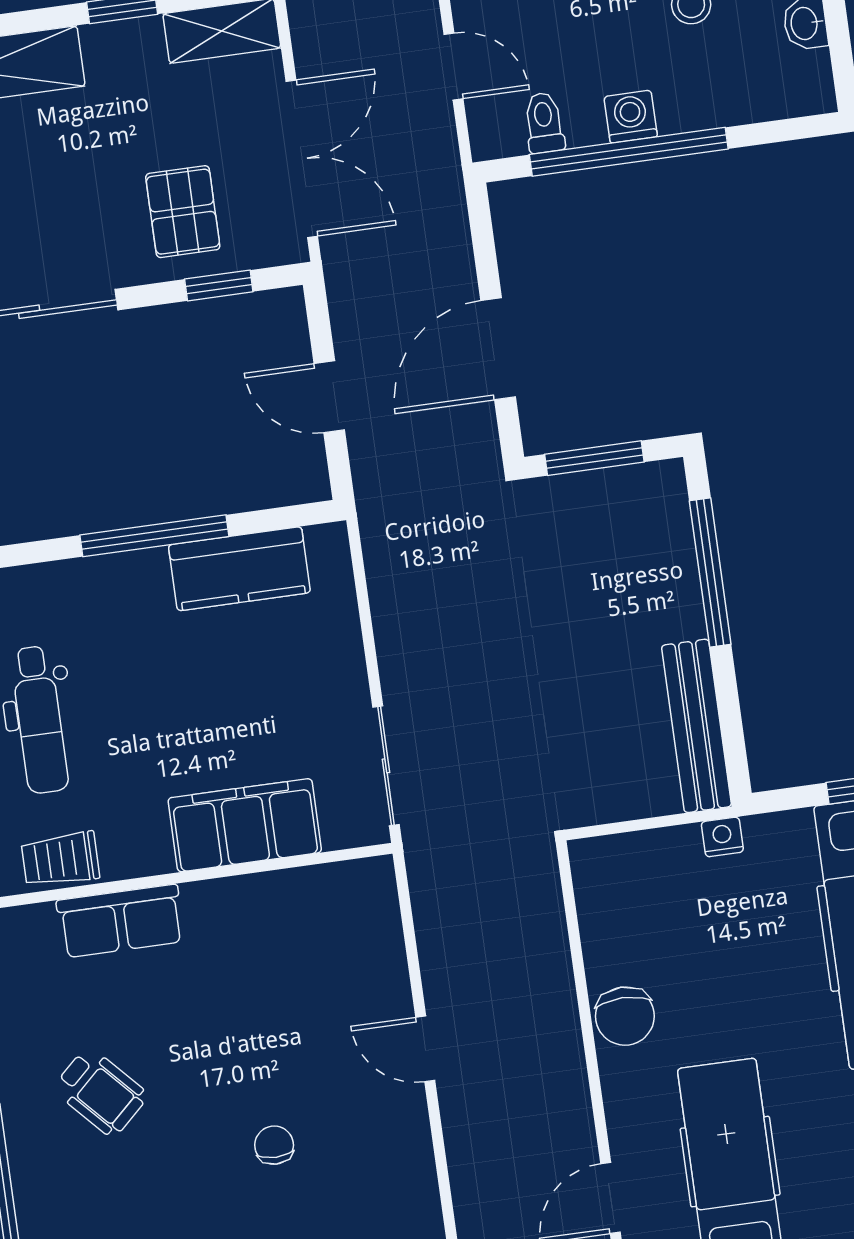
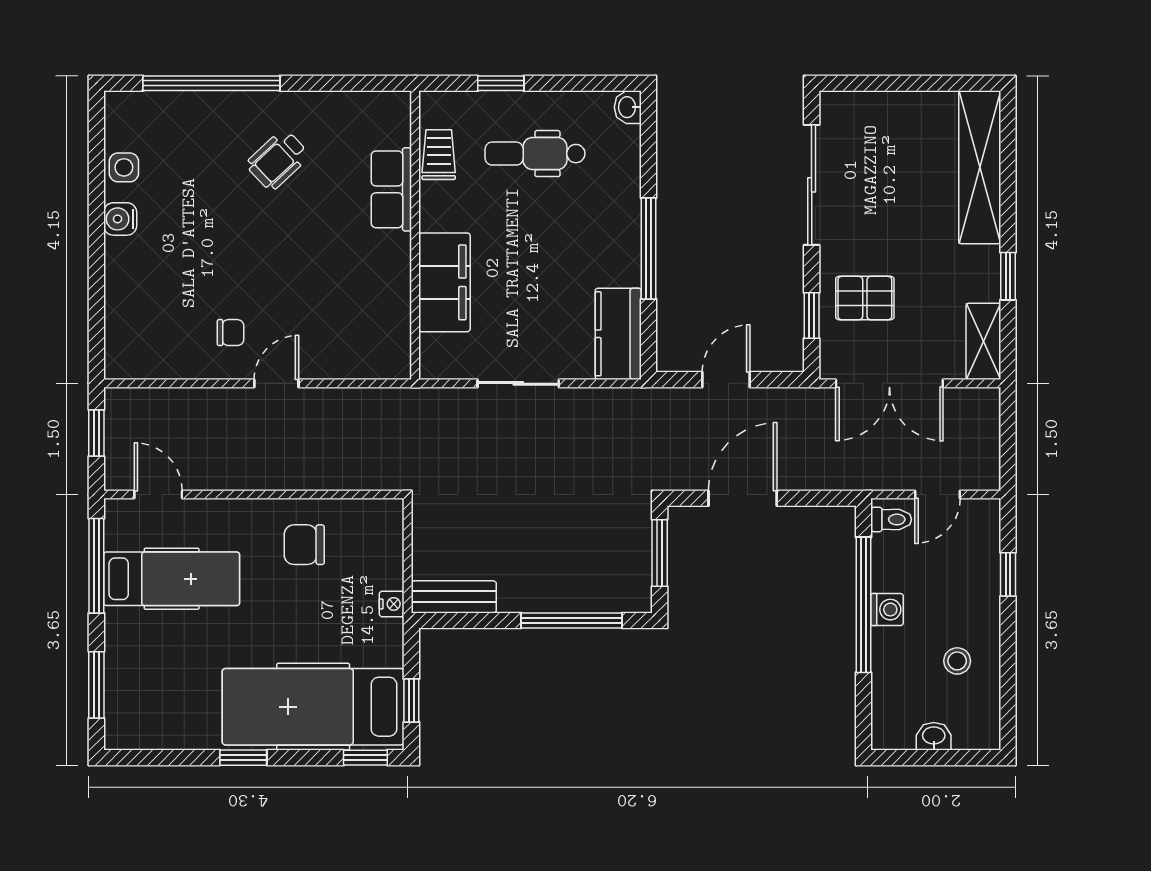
toilet: (544, 123) -> (891, 519), moved
door: (498, 349) -> (743, 498), hinge flipped
kitchen counter: (239, 569) -> (618, 334), moved
bench: (697, 726) -> (454, 597), width x0.73
sliding door: (386, 766) -> (518, 383), moved
chair: (625, 1016) -> (304, 545), moved
chair: (274, 1145) -> (231, 333), moved

